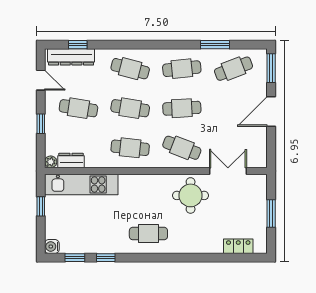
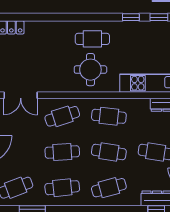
cafe table: (130, 69) -> (109, 188), turned -30
cafe table: (182, 148) -> (62, 116), turned -39
round table: (191, 195) -> (90, 70), moved

